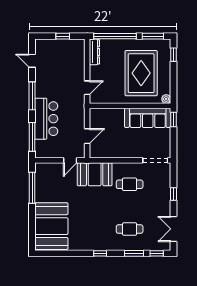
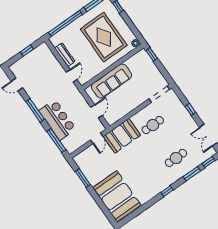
dresser: (94, 52) -> (65, 55), moved
sofa: (148, 118) -> (111, 81), moved
window: (32, 188) -> (83, 178), width x0.69

